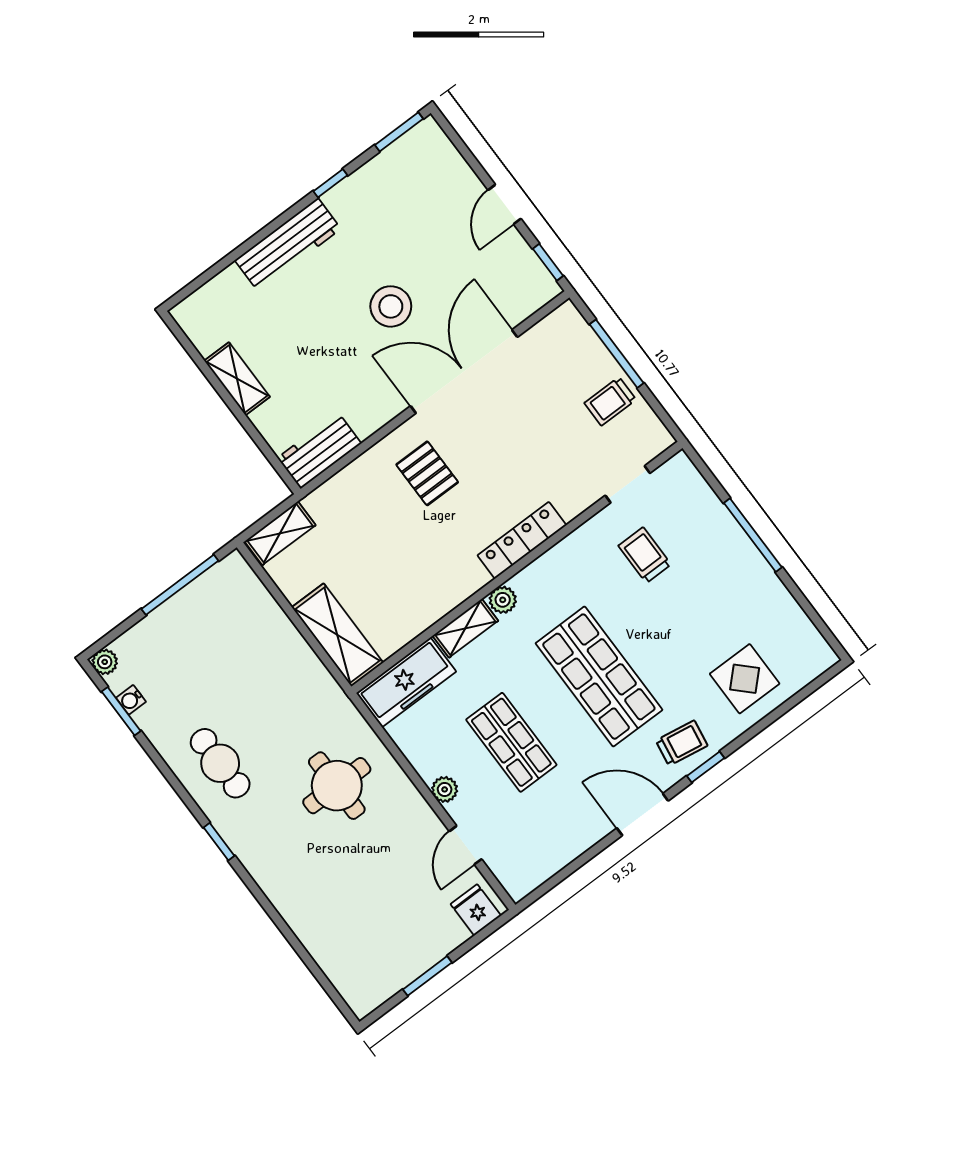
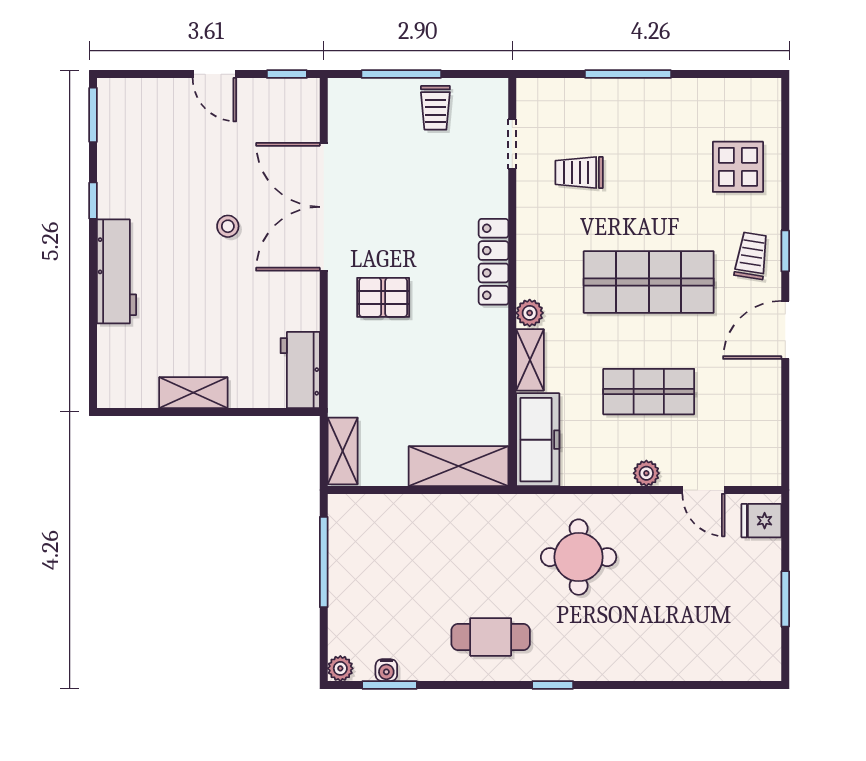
stool: (391, 306) -> (228, 226), width x0.53, depth x0.53

